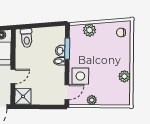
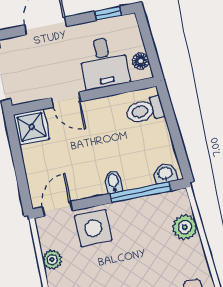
window: (67, 49) -> (141, 192), width x1.44
washbasin: (60, 51) -> (165, 174), moved
door: (67, 92) -> (57, 209), swing flipped

